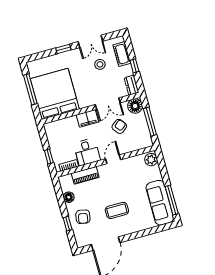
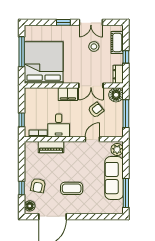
door: (113, 159) -> (92, 139), moved
floor lamp: (69, 197) -> (30, 206), moved
sofa: (160, 203) -> (114, 178), moved

